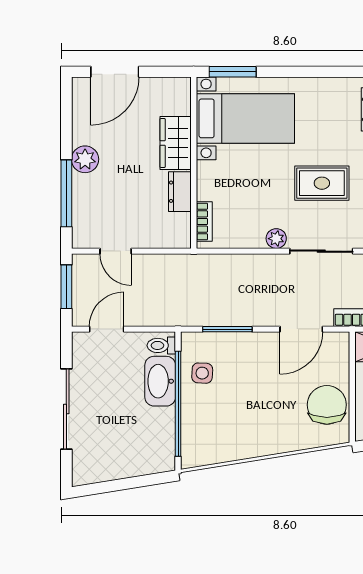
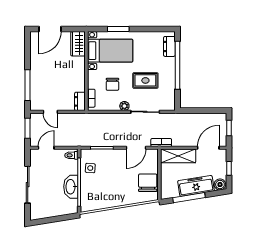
window: (233, 72) -> (118, 29), moved
wardrobe: (176, 143) -> (78, 44), moved
plant: (85, 159) -> (36, 69), removed
chair: (250, 191) -> (112, 84), added
dresser: (180, 192) -> (80, 101), moved
washbasin: (160, 381) -> (71, 187), moved

